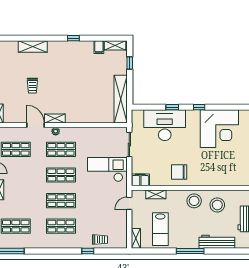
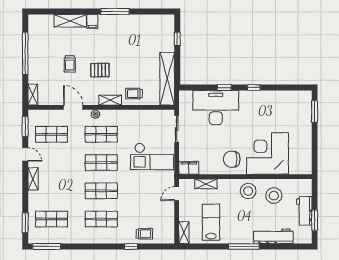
window: (73, 38) -> (115, 12), width x2.17
shelving: (115, 45) -> (161, 20), removed
filing cabinet: (99, 47) -> (92, 21), moved
pallet: (60, 91) -> (100, 70), added
trolley: (91, 113) -> (134, 94), added
shelving: (55, 118) -> (110, 100), moved
corner desk: (219, 129) -> (267, 153), moved, turned 180
checkout: (107, 170) -> (152, 156), turned 180
lab bench: (160, 229) -> (211, 222), turned 180

